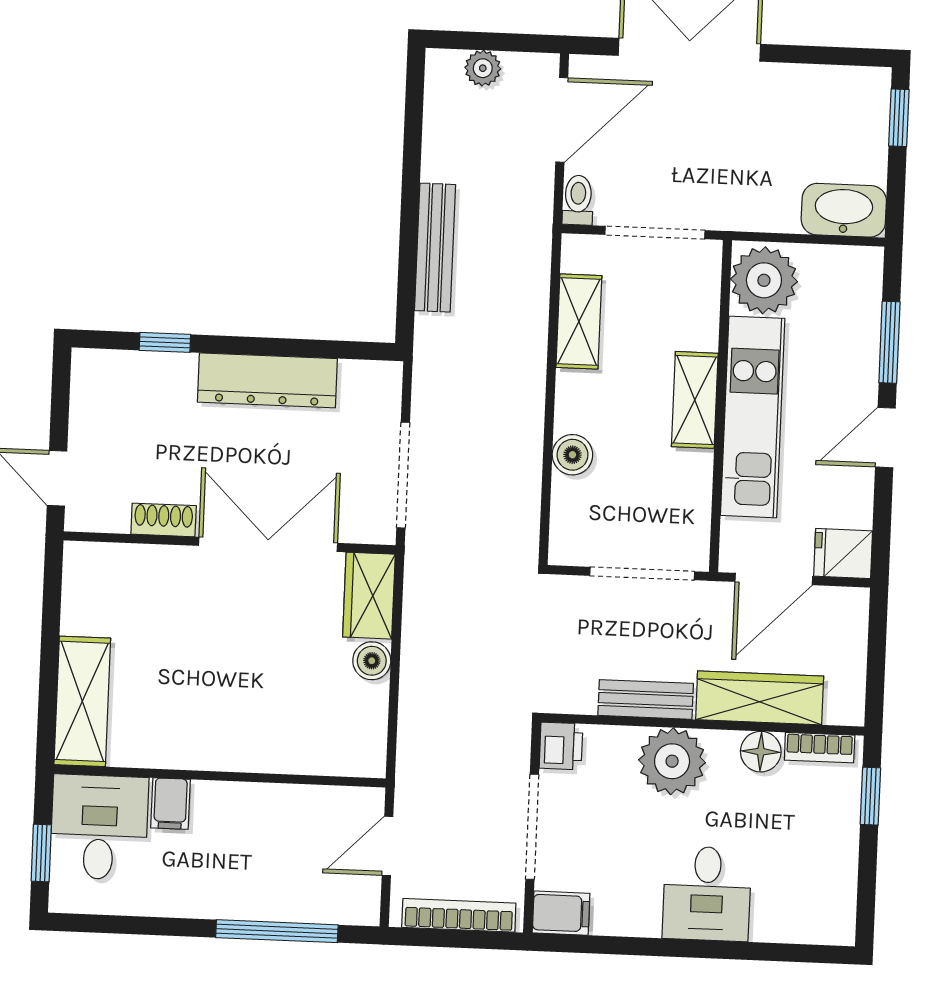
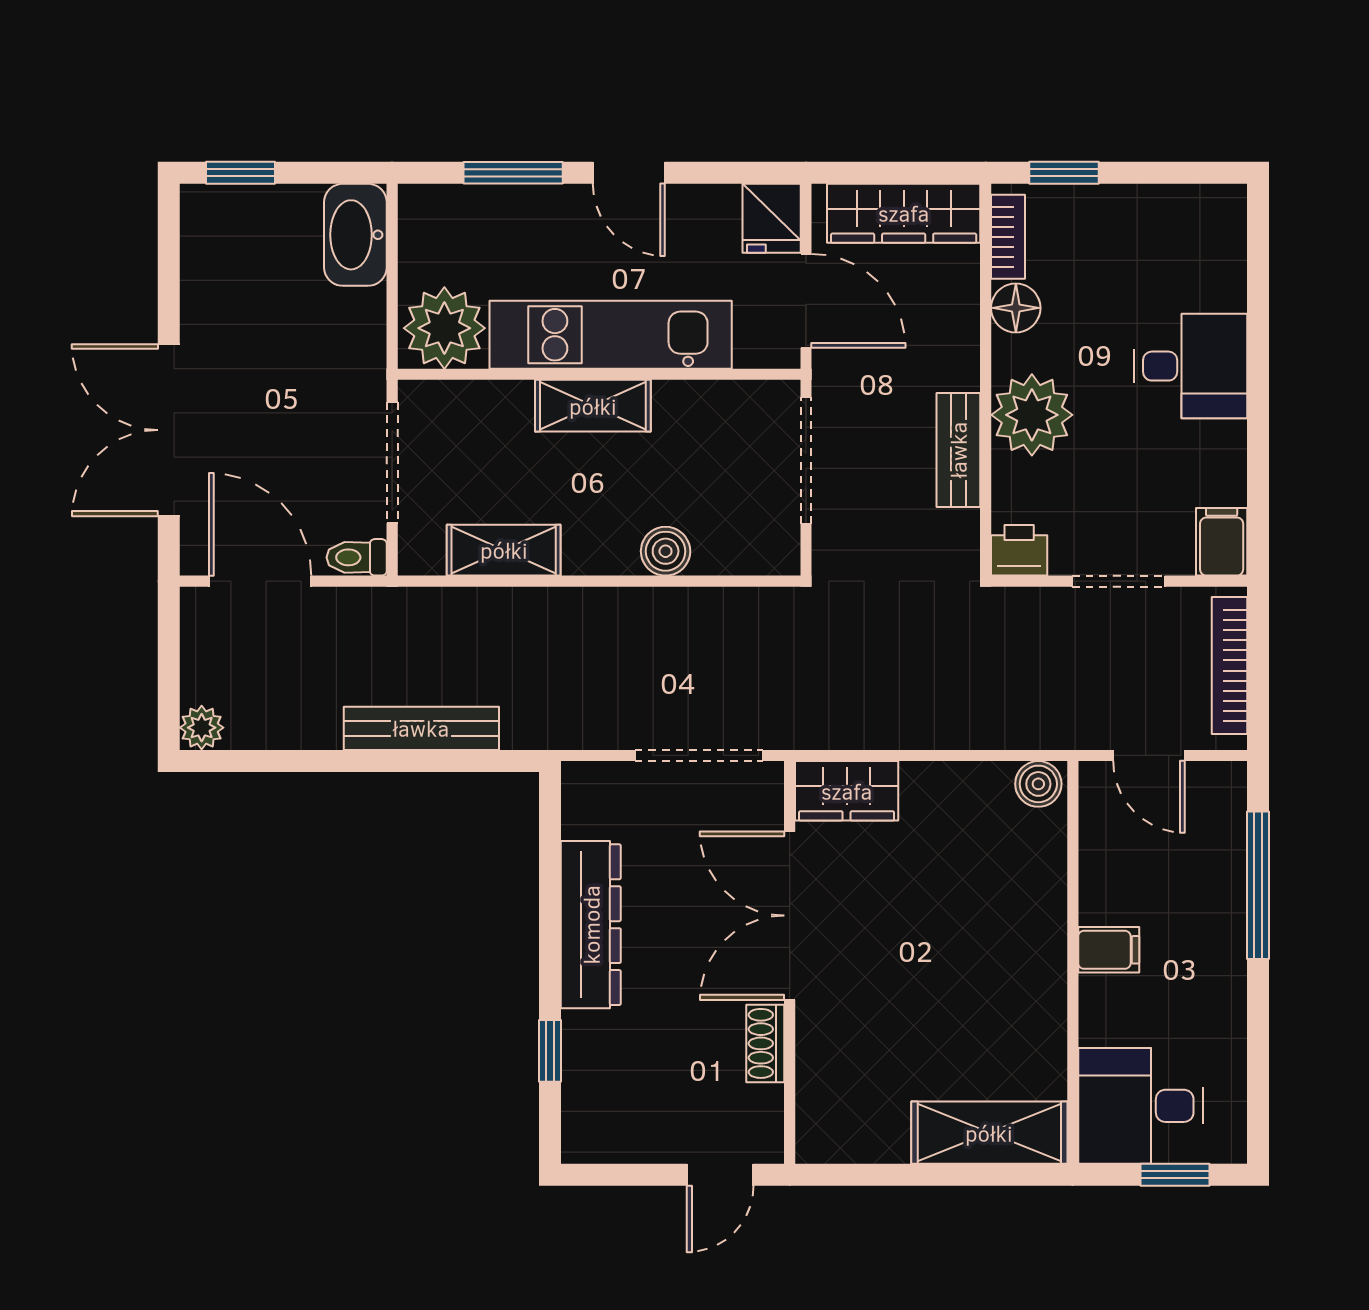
plant: (483, 68) -> (202, 728), moved
boiler: (372, 661) -> (1038, 784), moved
wardrobe: (760, 698) -> (904, 213), moved, turned -90
filing cabinet: (170, 804) -> (1109, 950), moved
doorway: (532, 827) -> (1118, 581), width x0.73

